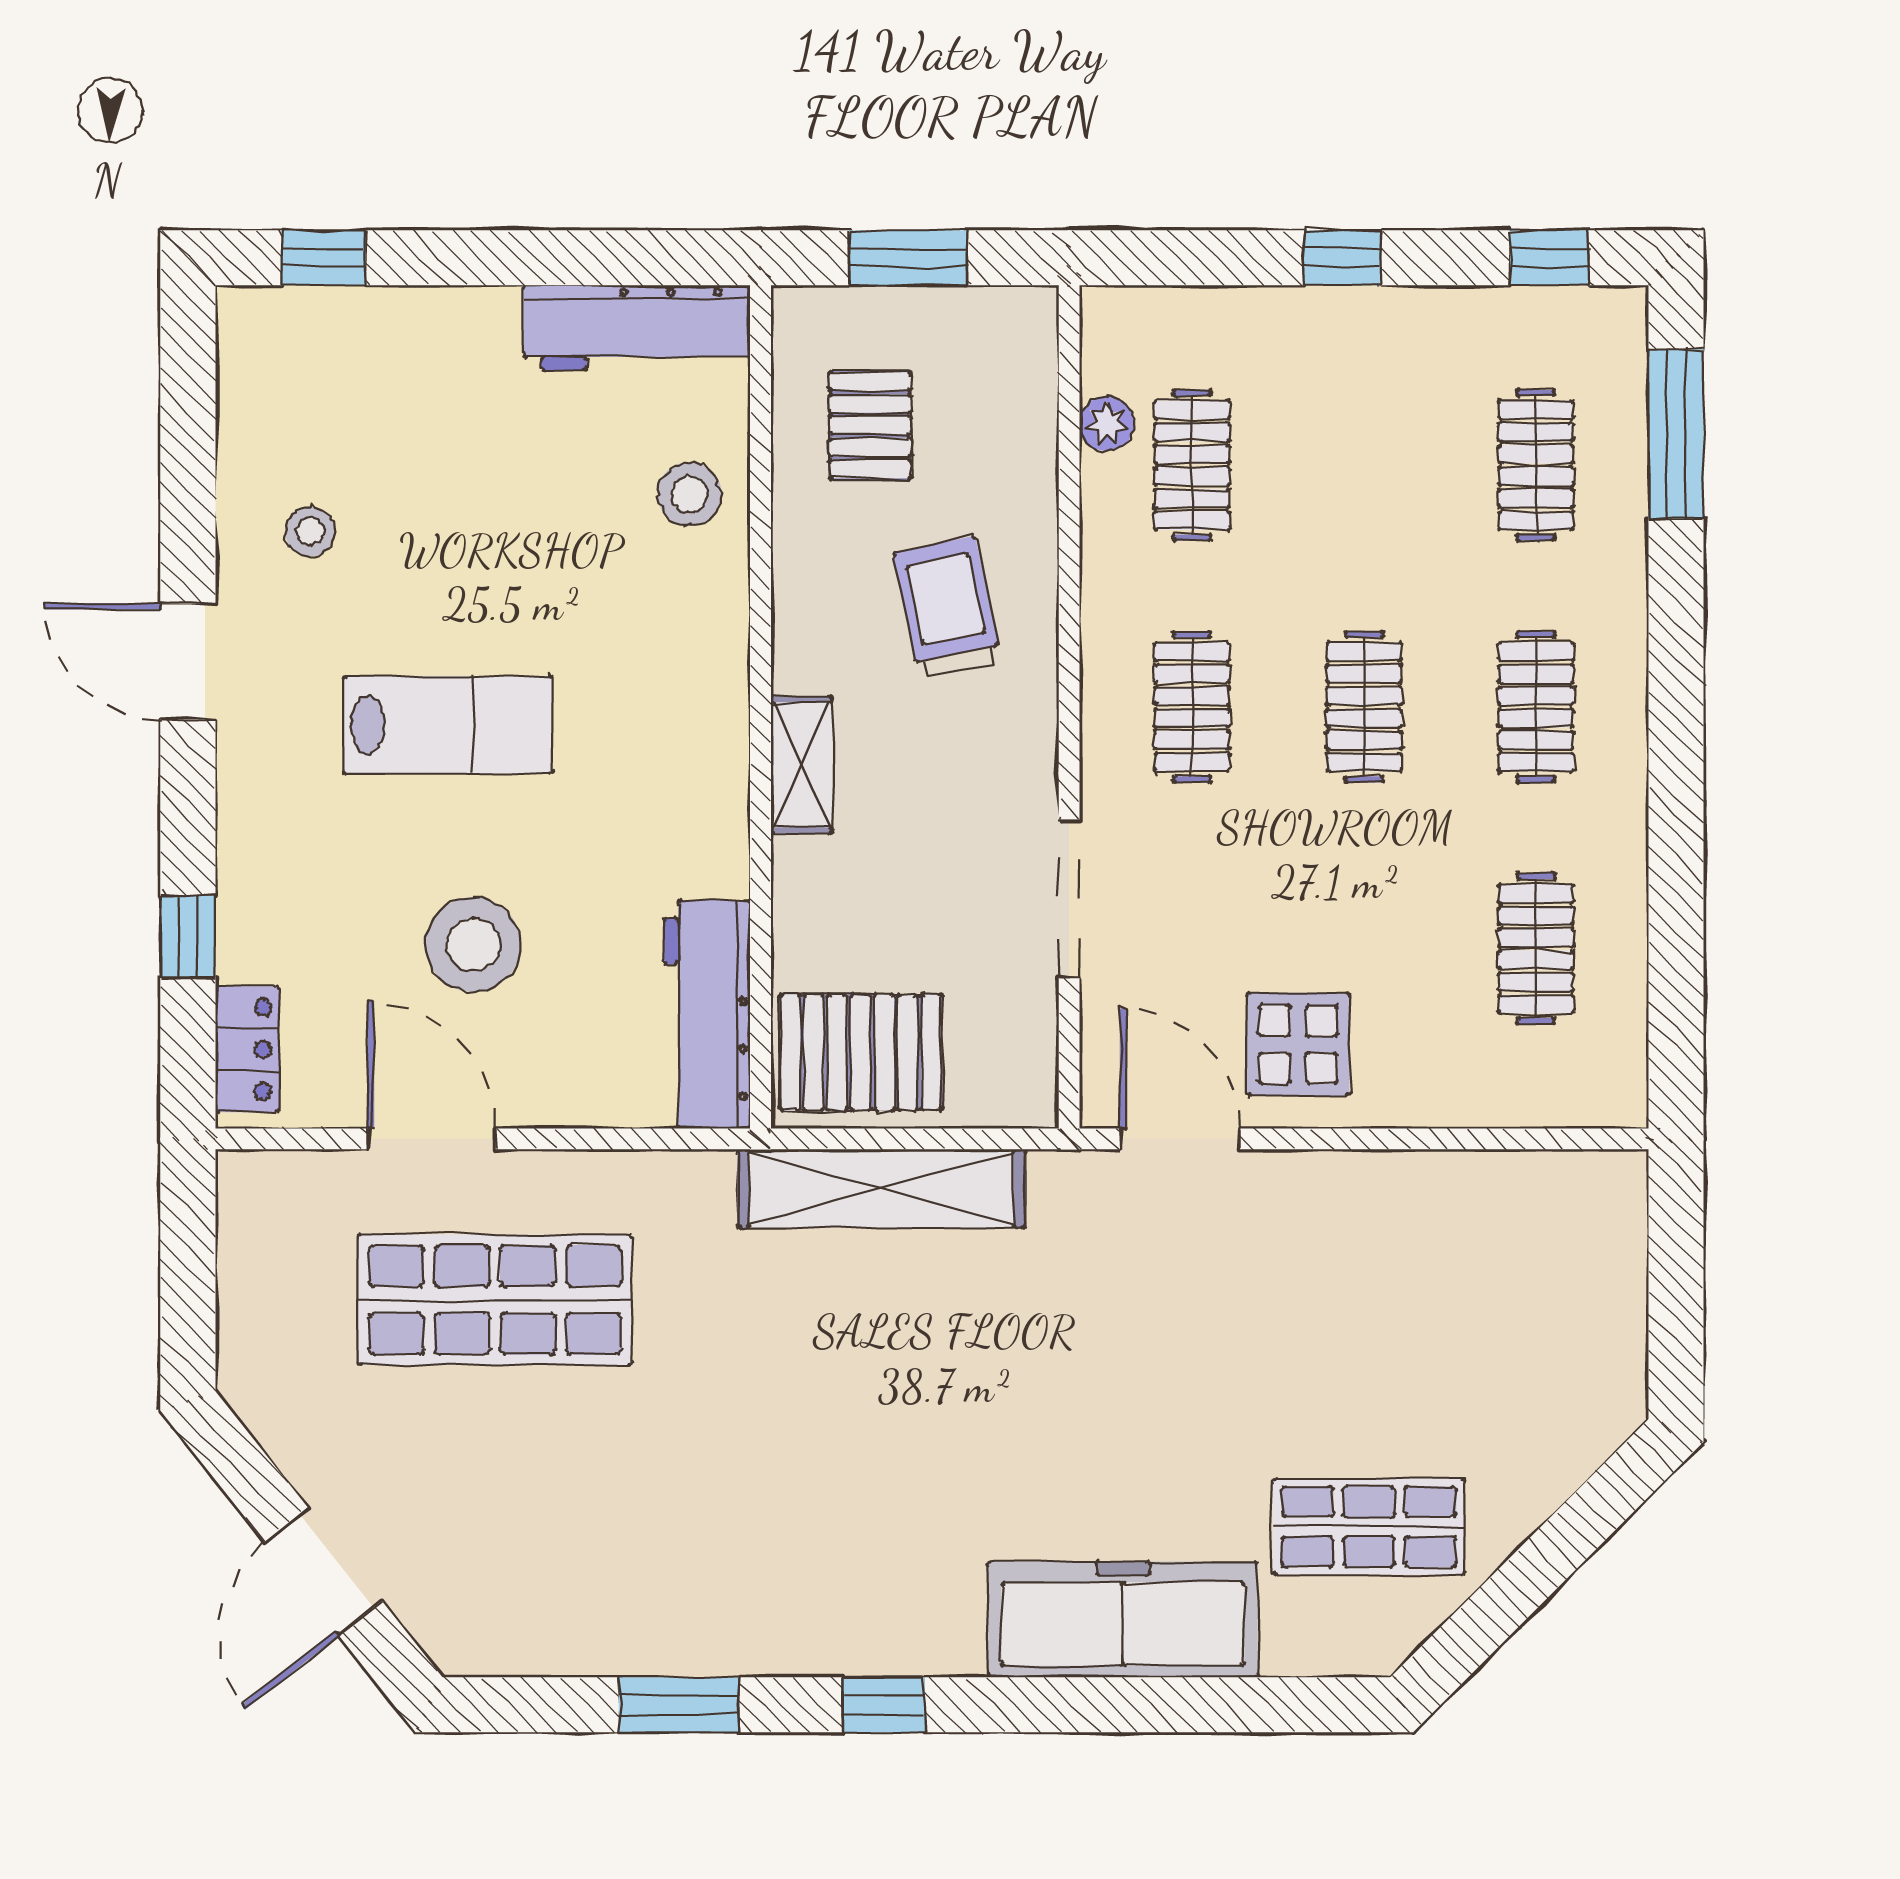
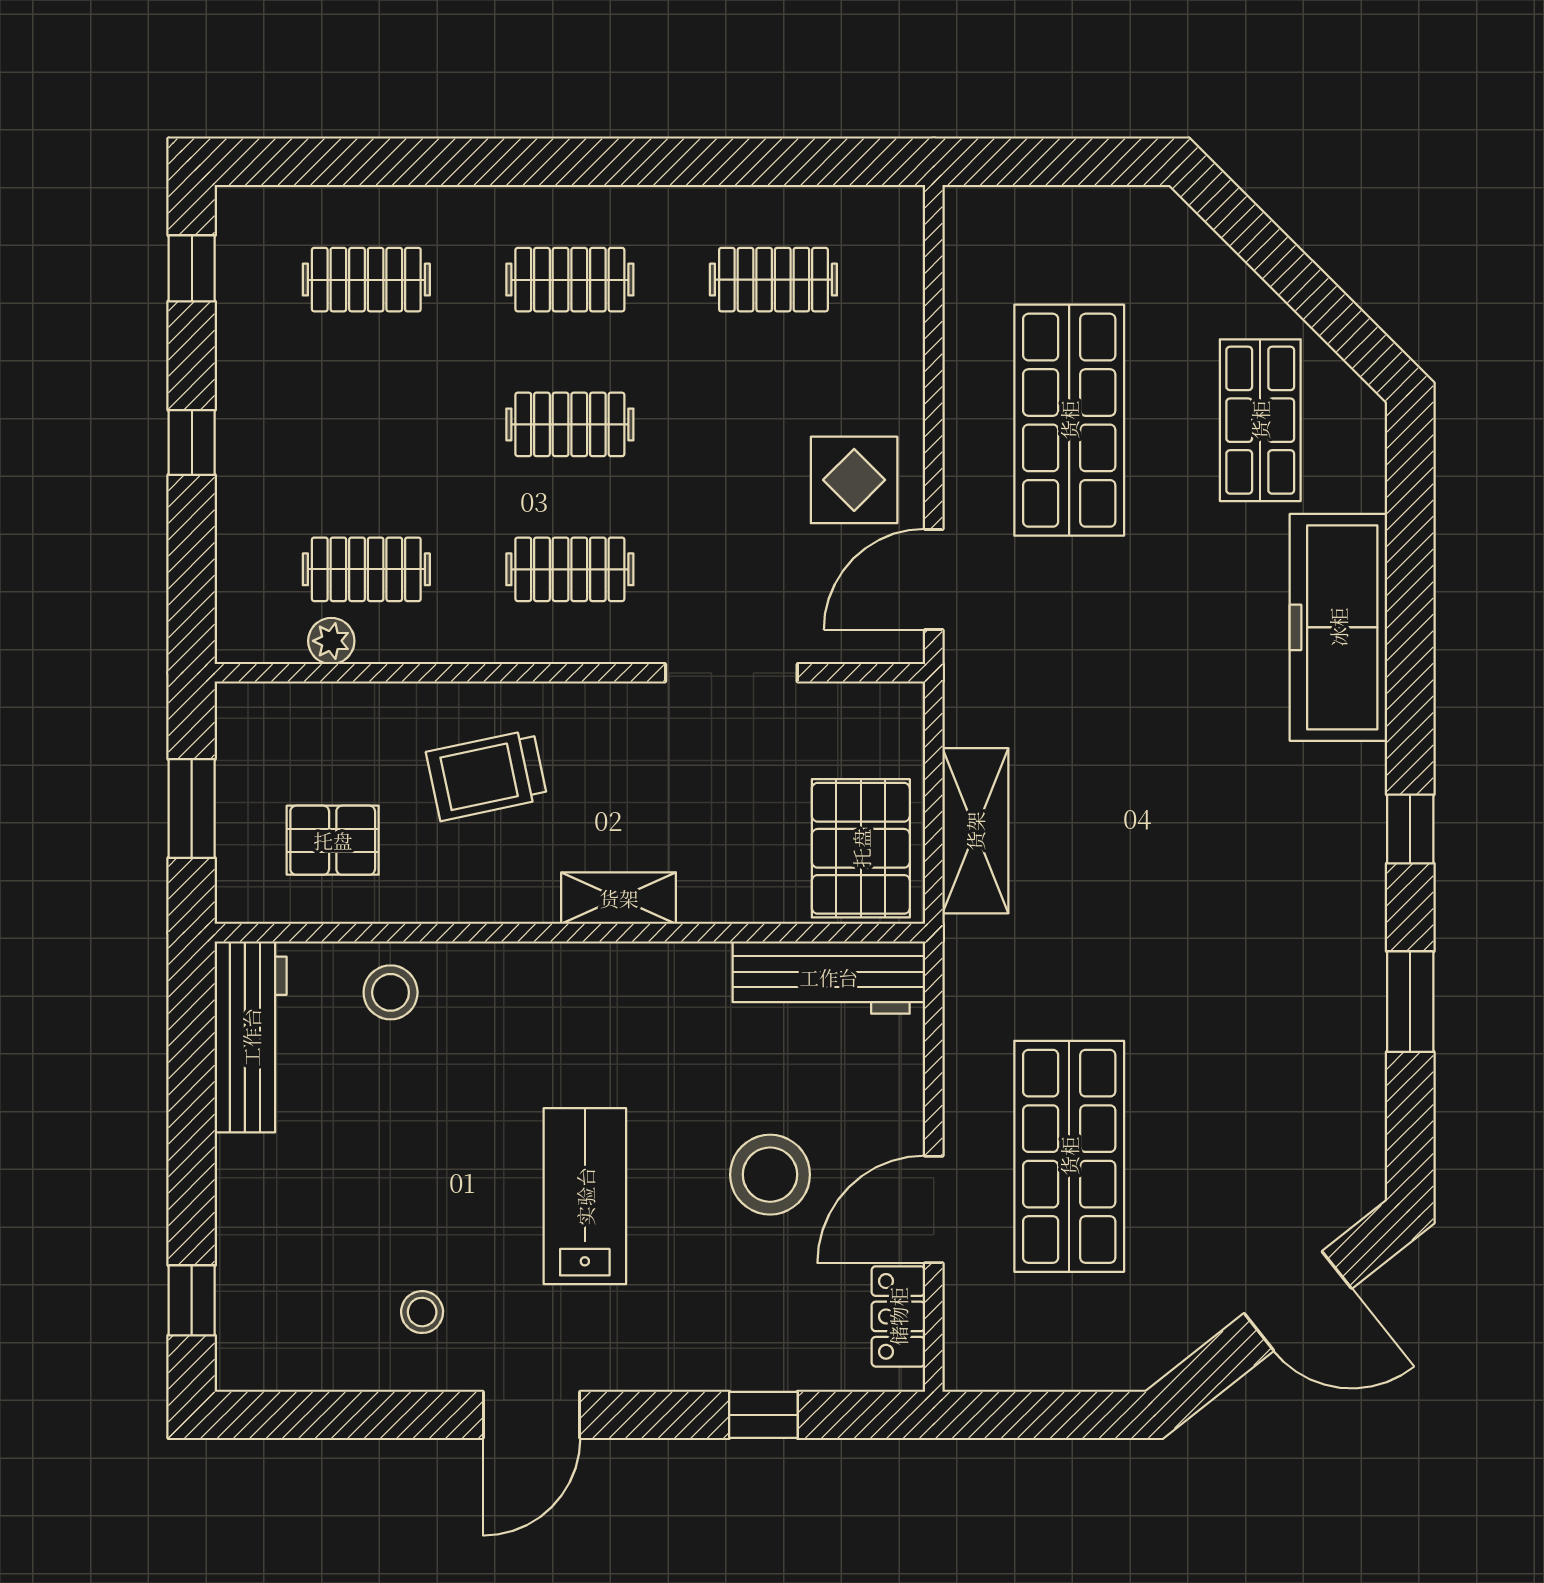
window: (1676, 434) -> (340, 162), removed
locker: (247, 1049) -> (898, 1316), moved, turned -90
shelving: (881, 1188) -> (975, 831), width x0.68
shop shelf: (1369, 1300) -> (1069, 420), added

